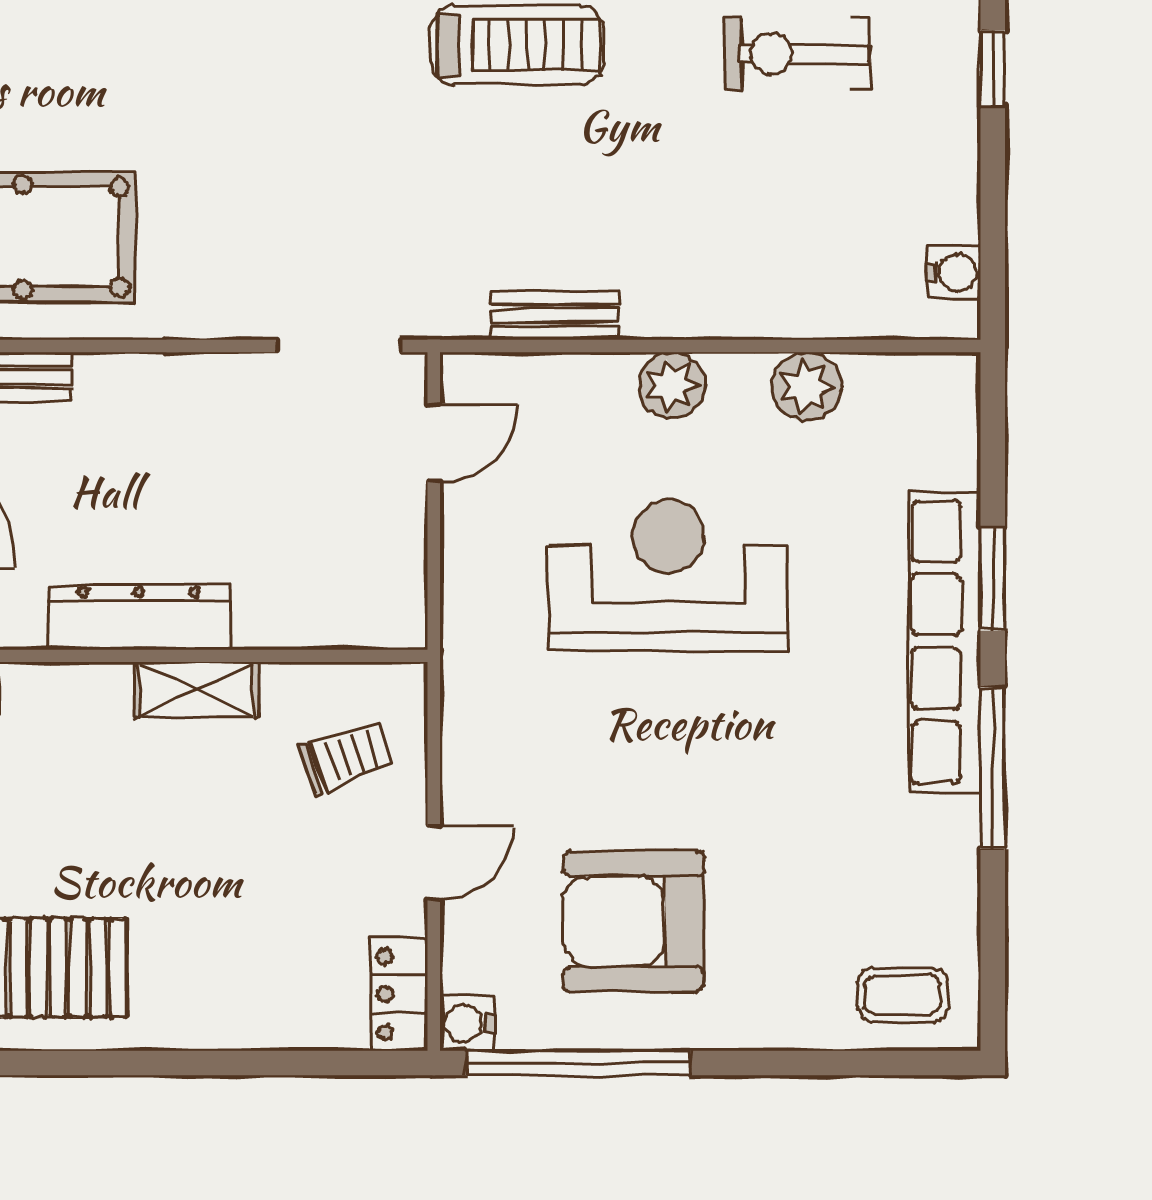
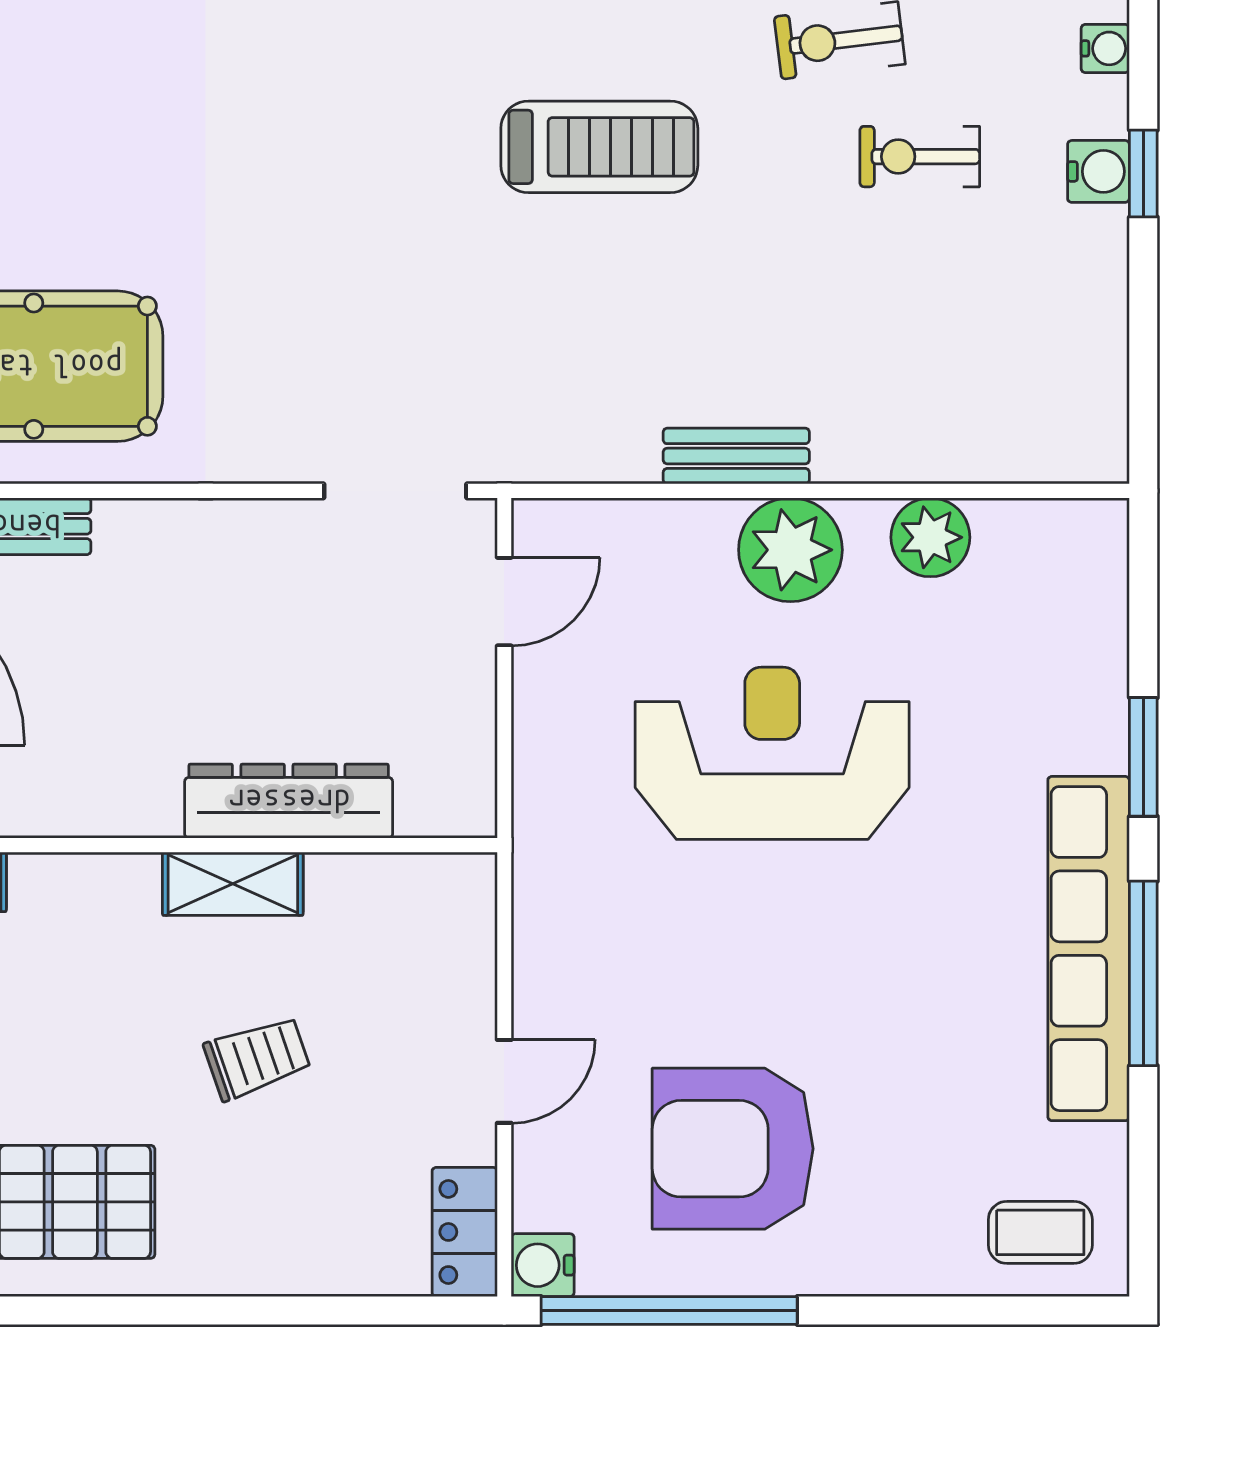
exercise bike: (797, 54) -> (920, 157), width x0.73, depth x0.72
water cooler: (954, 272) -> (1098, 171), moved
bench: (555, 316) -> (736, 456), moved
plant: (672, 385) -> (790, 550), width x1.36, depth x1.36
dresser: (139, 617) -> (289, 801), moved
row of seats: (945, 642) -> (1089, 949), moved
trolley: (346, 757) -> (257, 1058), moved

